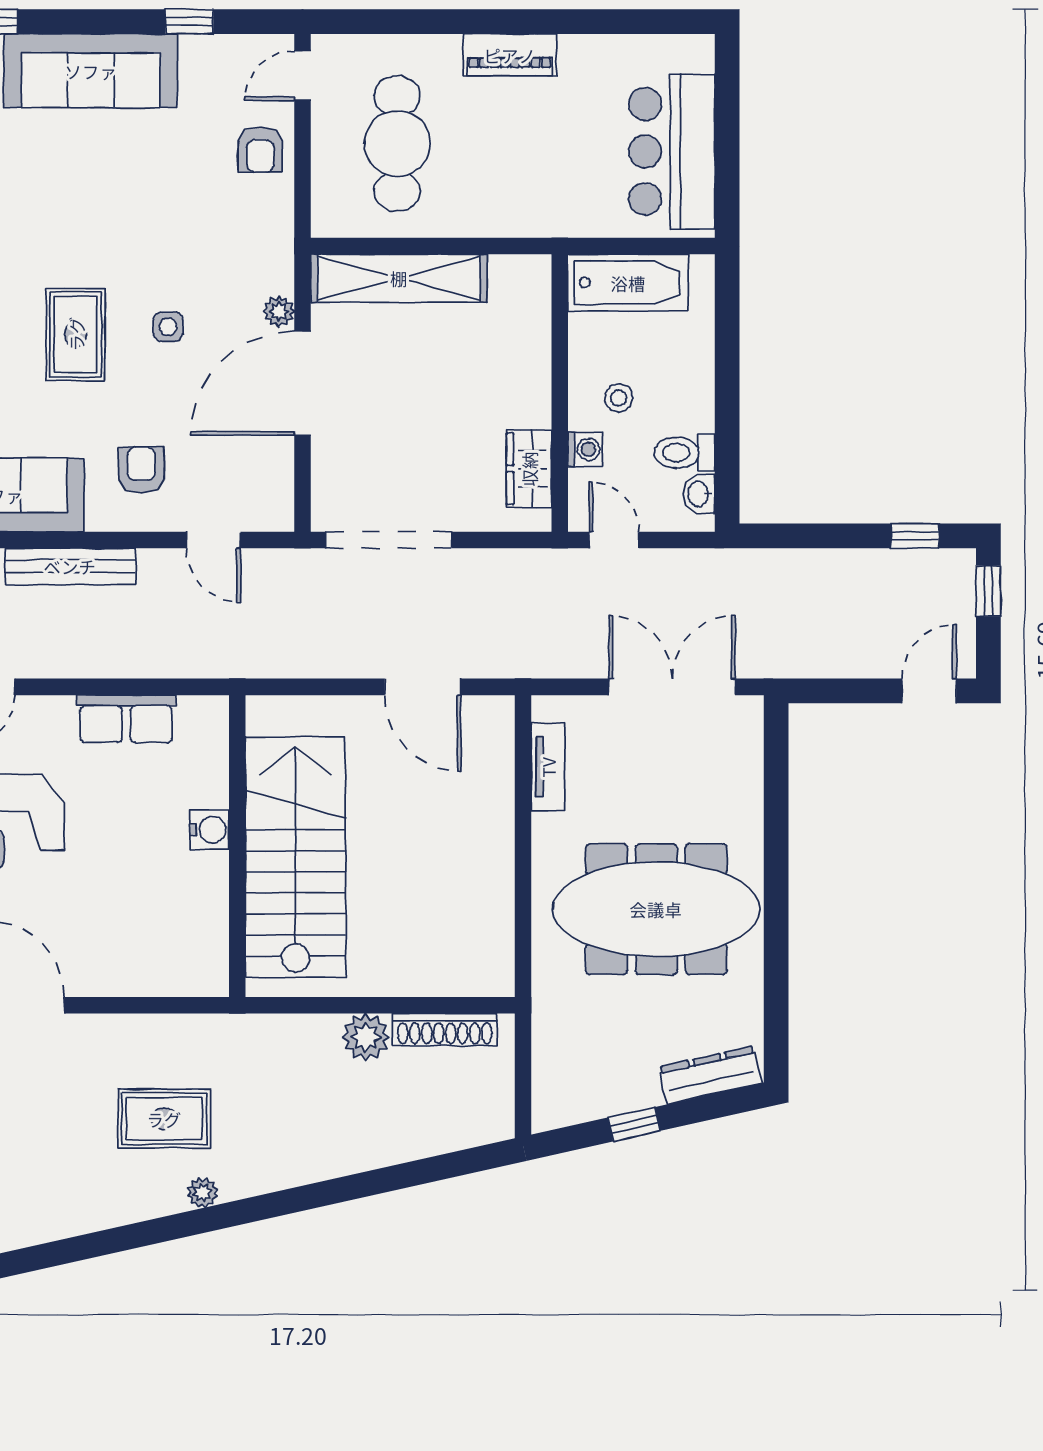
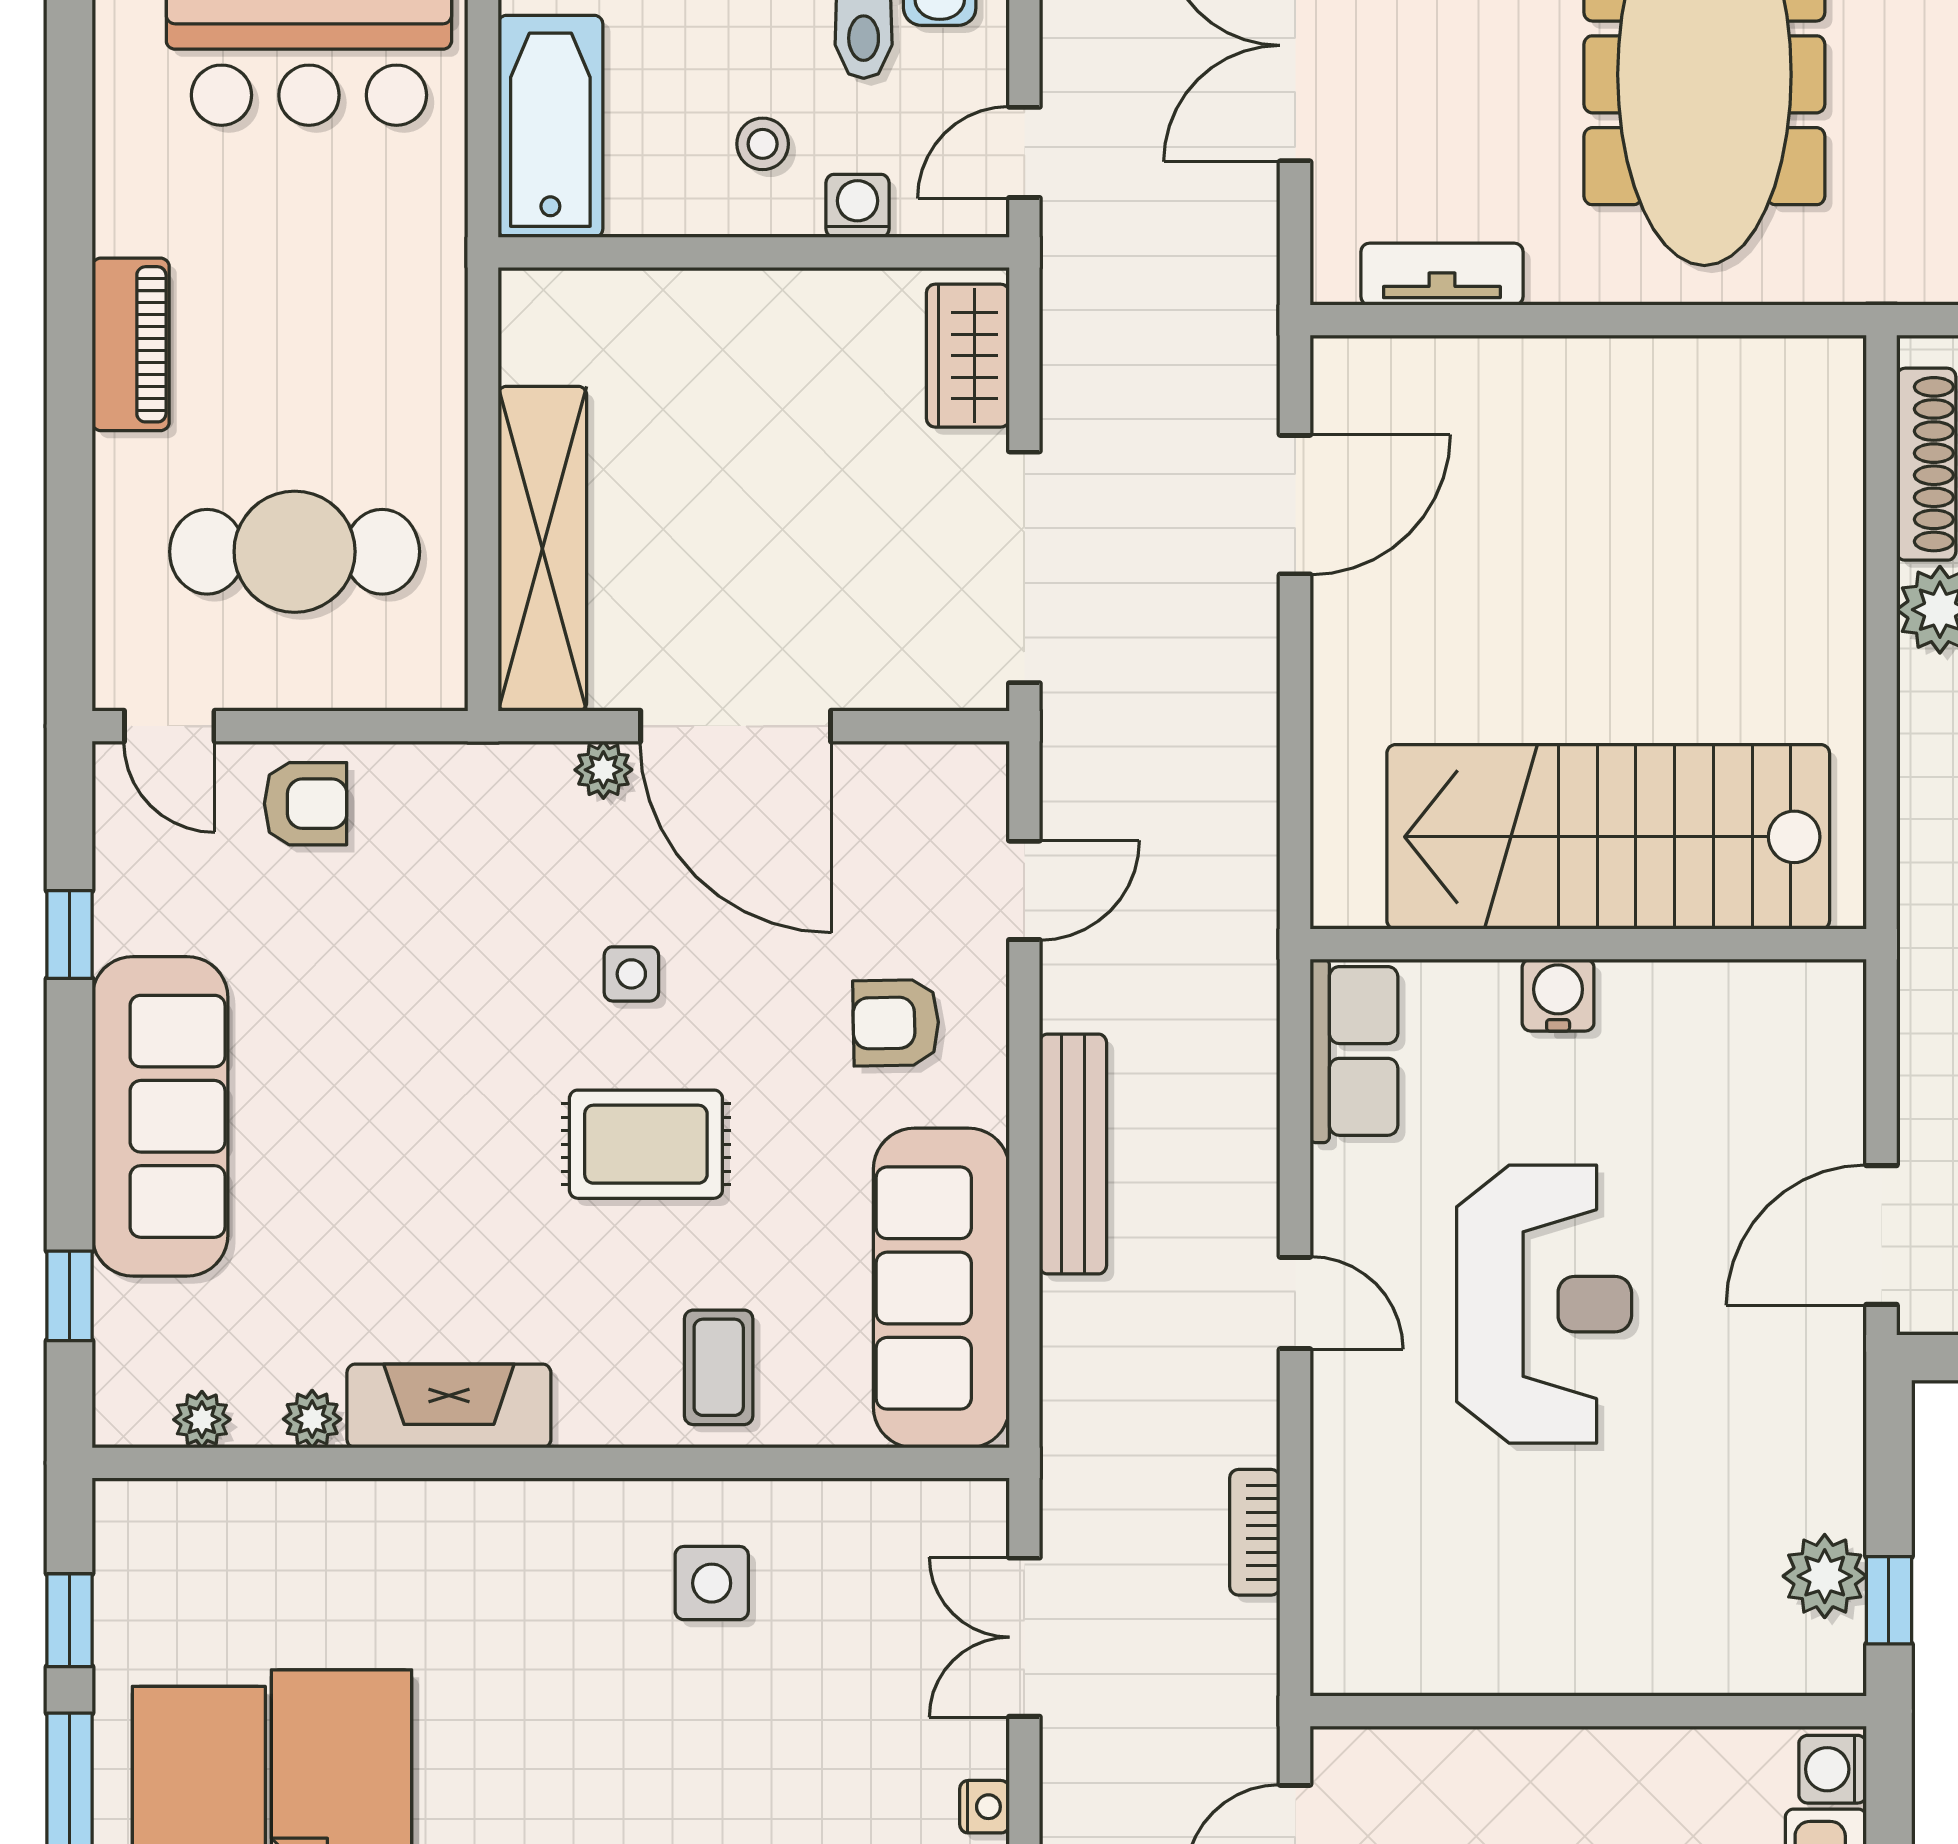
wardrobe: (529, 469) -> (968, 356), moved, turned 90
water cooler: (210, 830) -> (1558, 995), moved
wall: (237, 846) -> (1588, 944), moved
stairs: (295, 857) -> (1608, 837), moved

